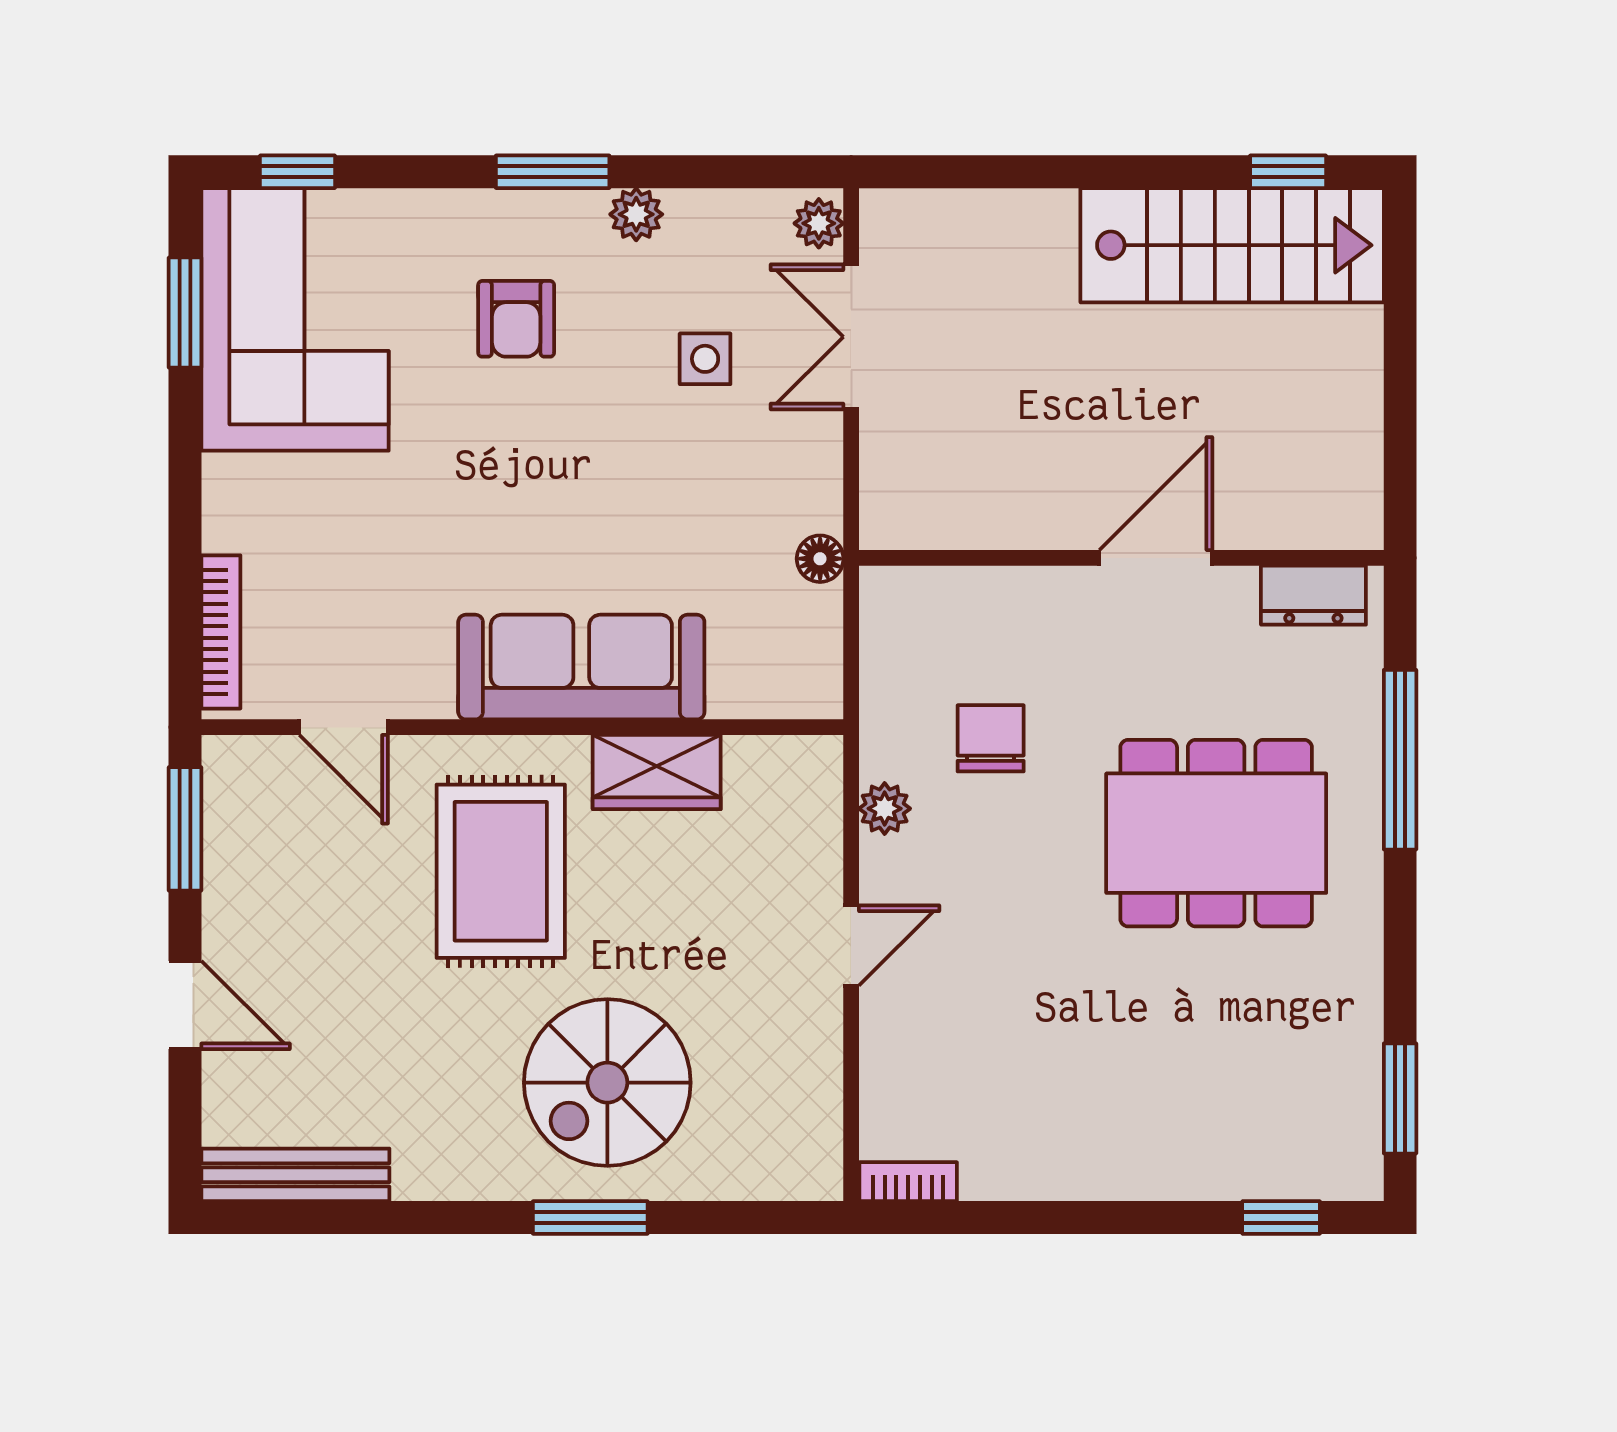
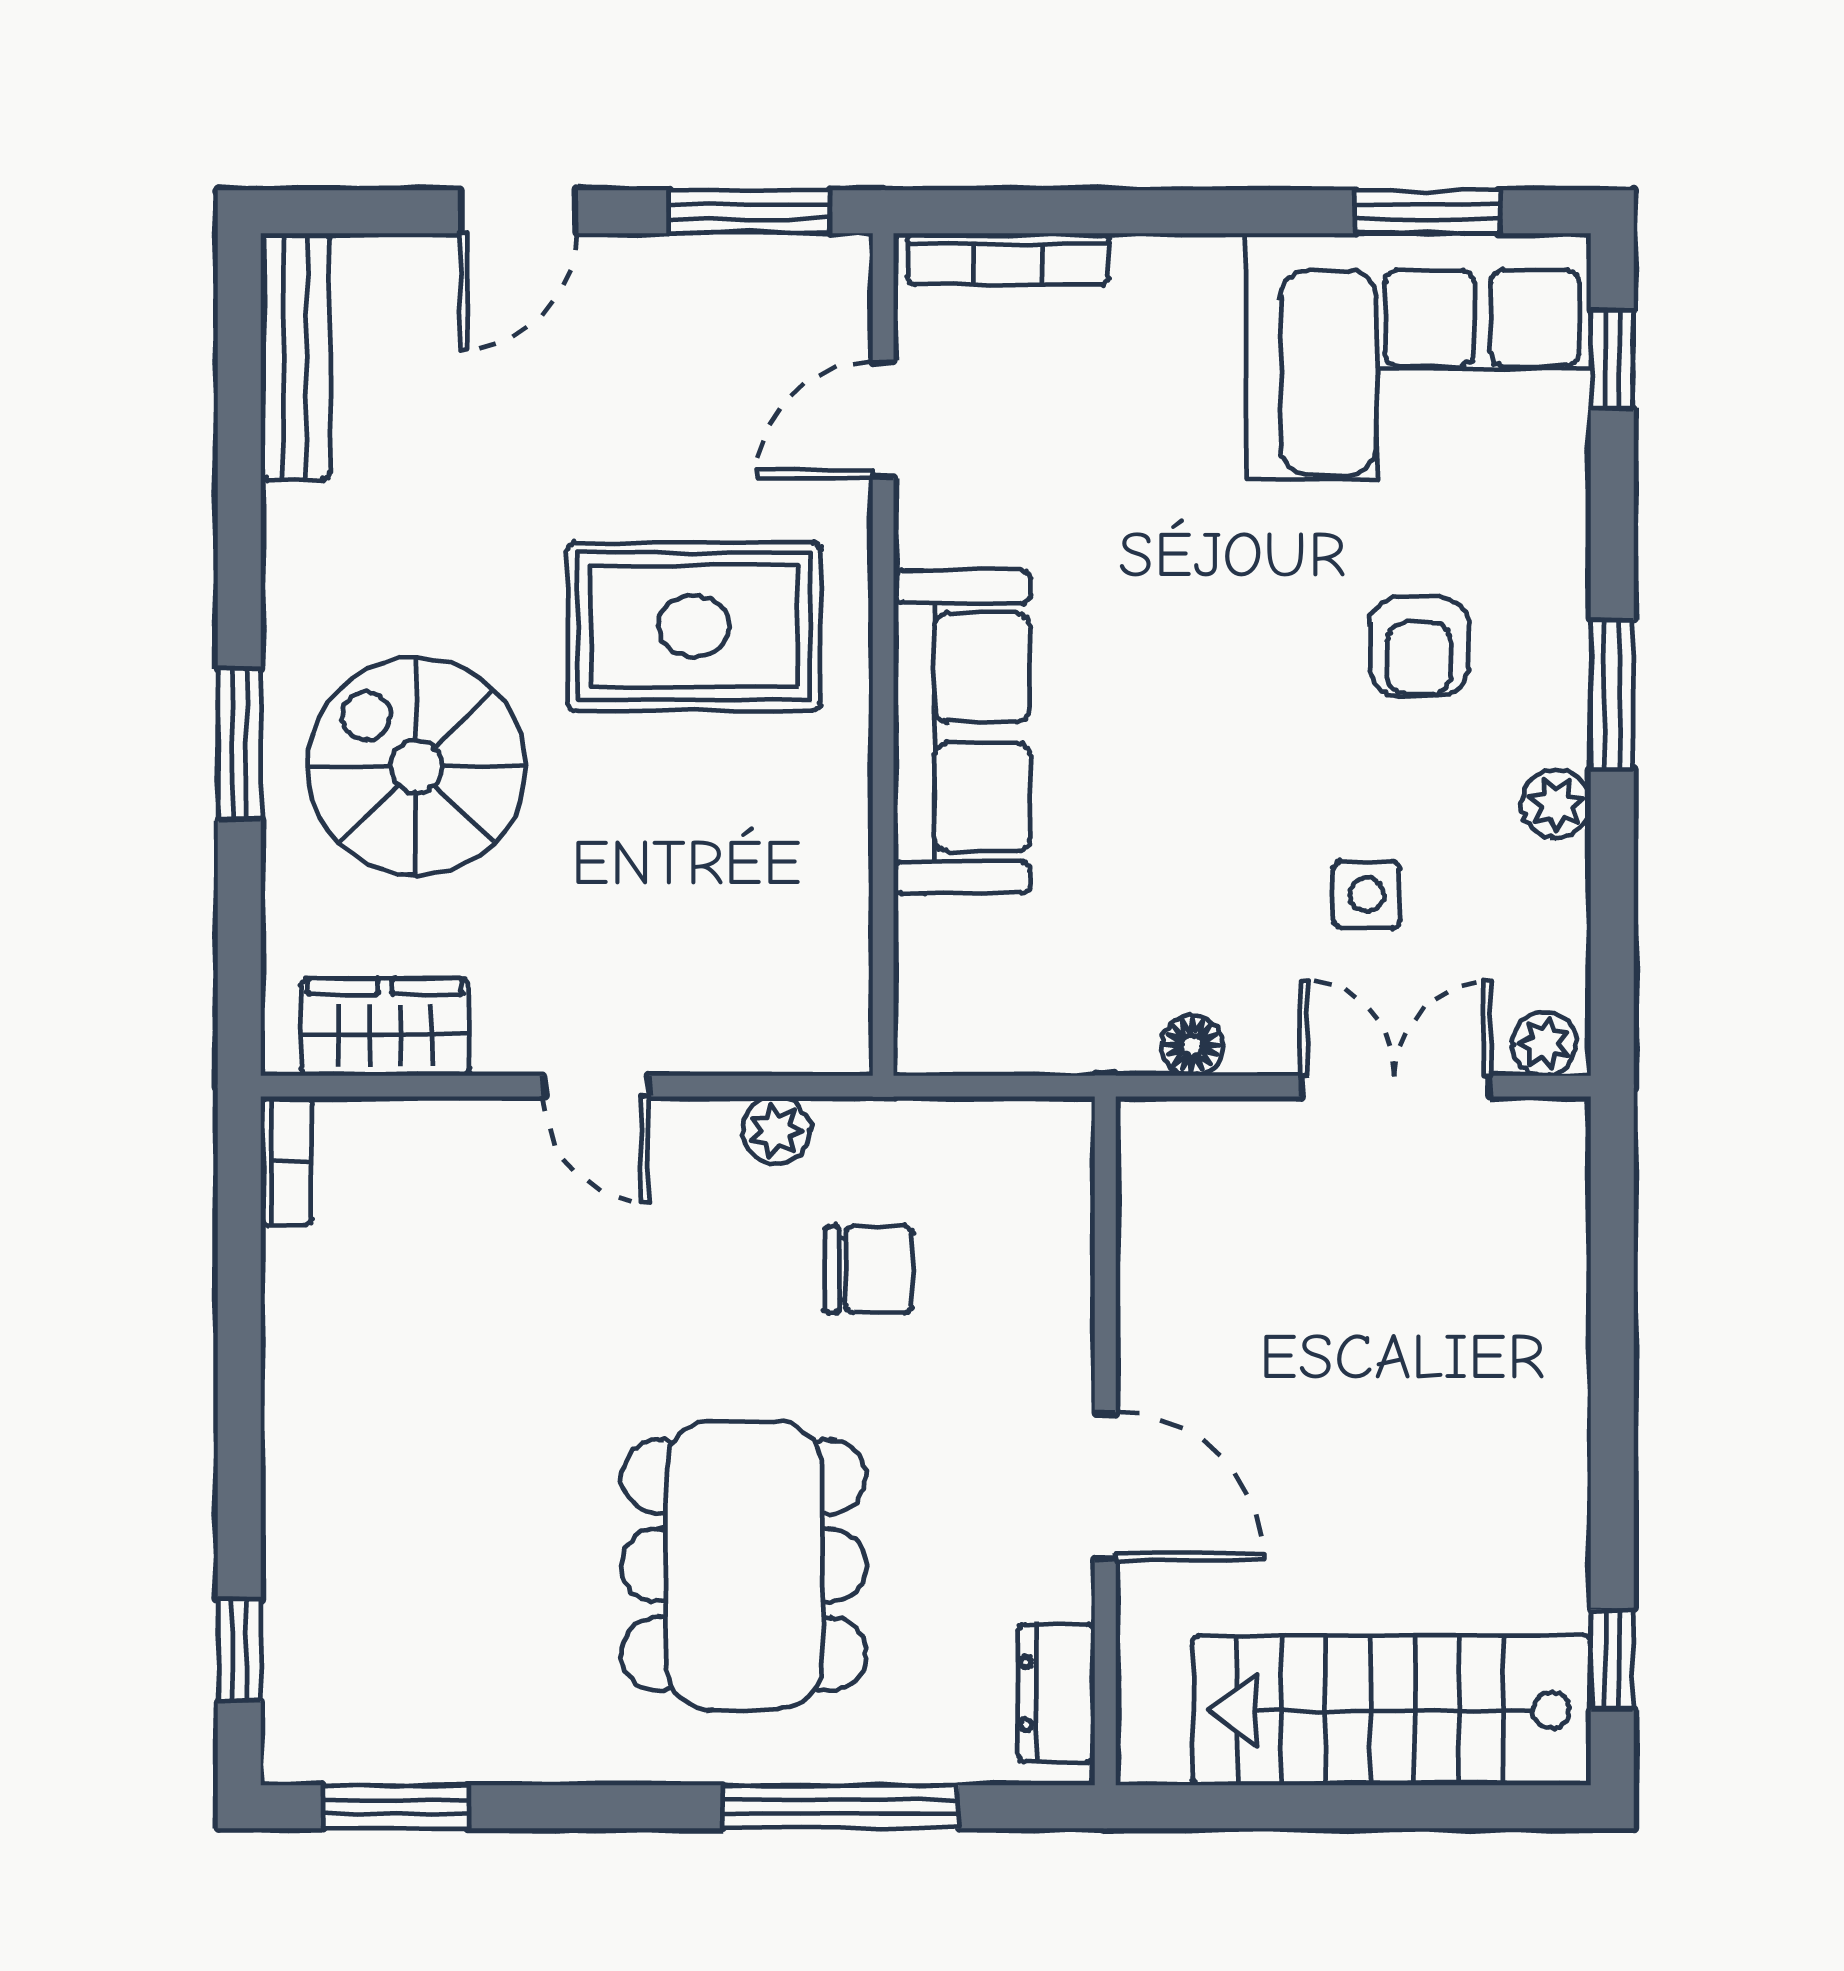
stairs: (1232, 245) -> (1392, 1710), moved, turned 90
armchair: (516, 319) -> (1419, 646), turned -90
floor lamp: (820, 559) -> (1192, 1045), moved
wardrobe: (657, 772) -> (385, 1027), moved, turned 90

